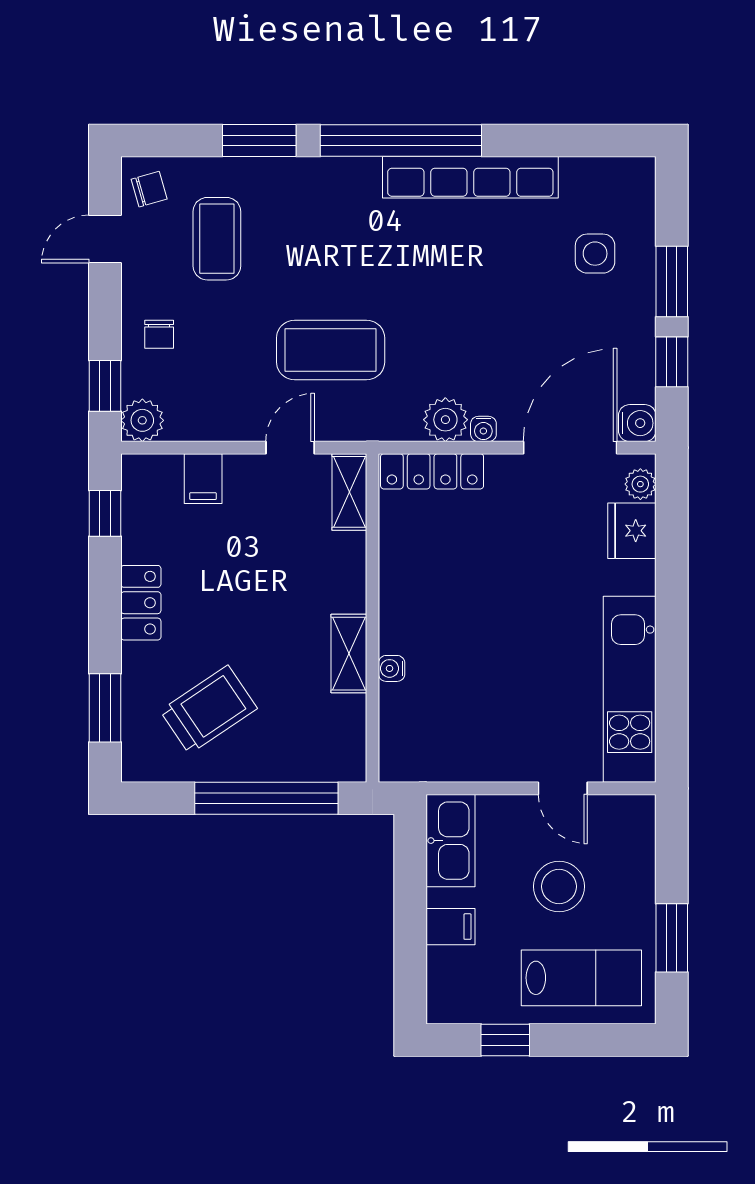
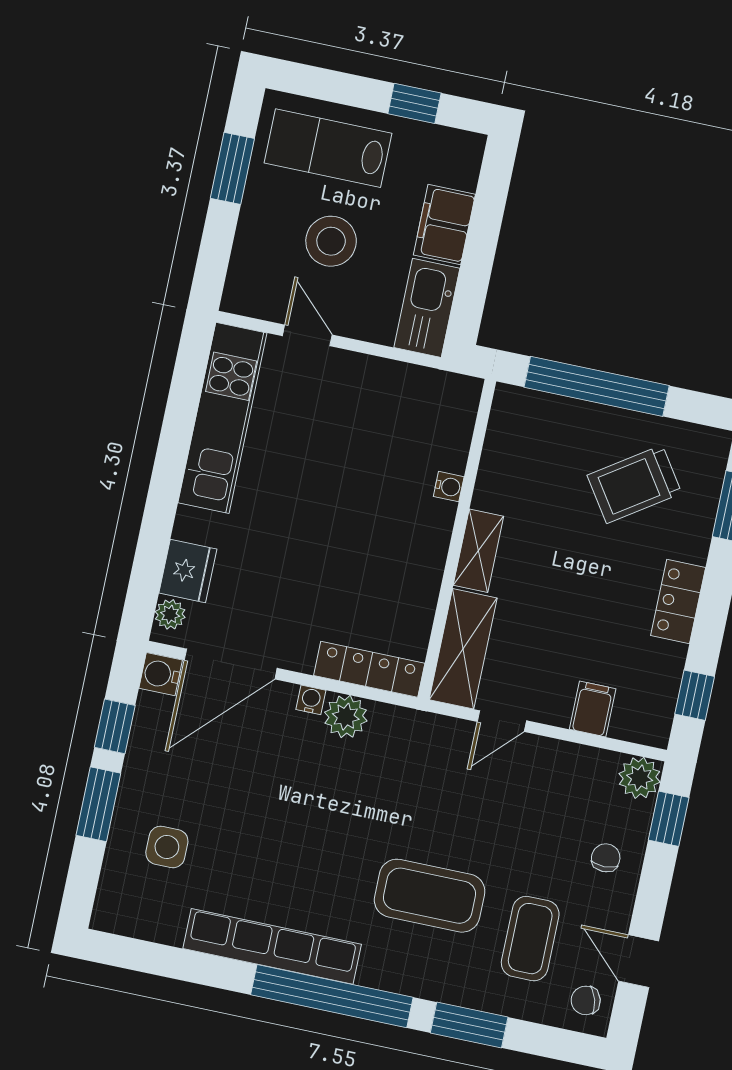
door: (105, 239) -> (639, 961), swing flipped
coffee table: (331, 350) -> (430, 896), moved
shelving: (349, 492) -> (463, 649), width x1.50, depth x1.33
shelving: (349, 654) -> (478, 551), moved
filing cabinet: (450, 927) -> (444, 225), width x2.00

